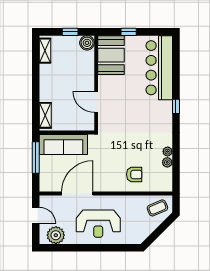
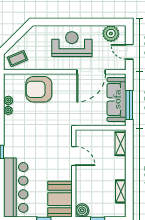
shelving: (45, 51) -> (121, 191), moved
sofa: (63, 145) -> (117, 99), moved, turned -90
armchair: (134, 174) -> (39, 89), width x1.88, depth x1.88

